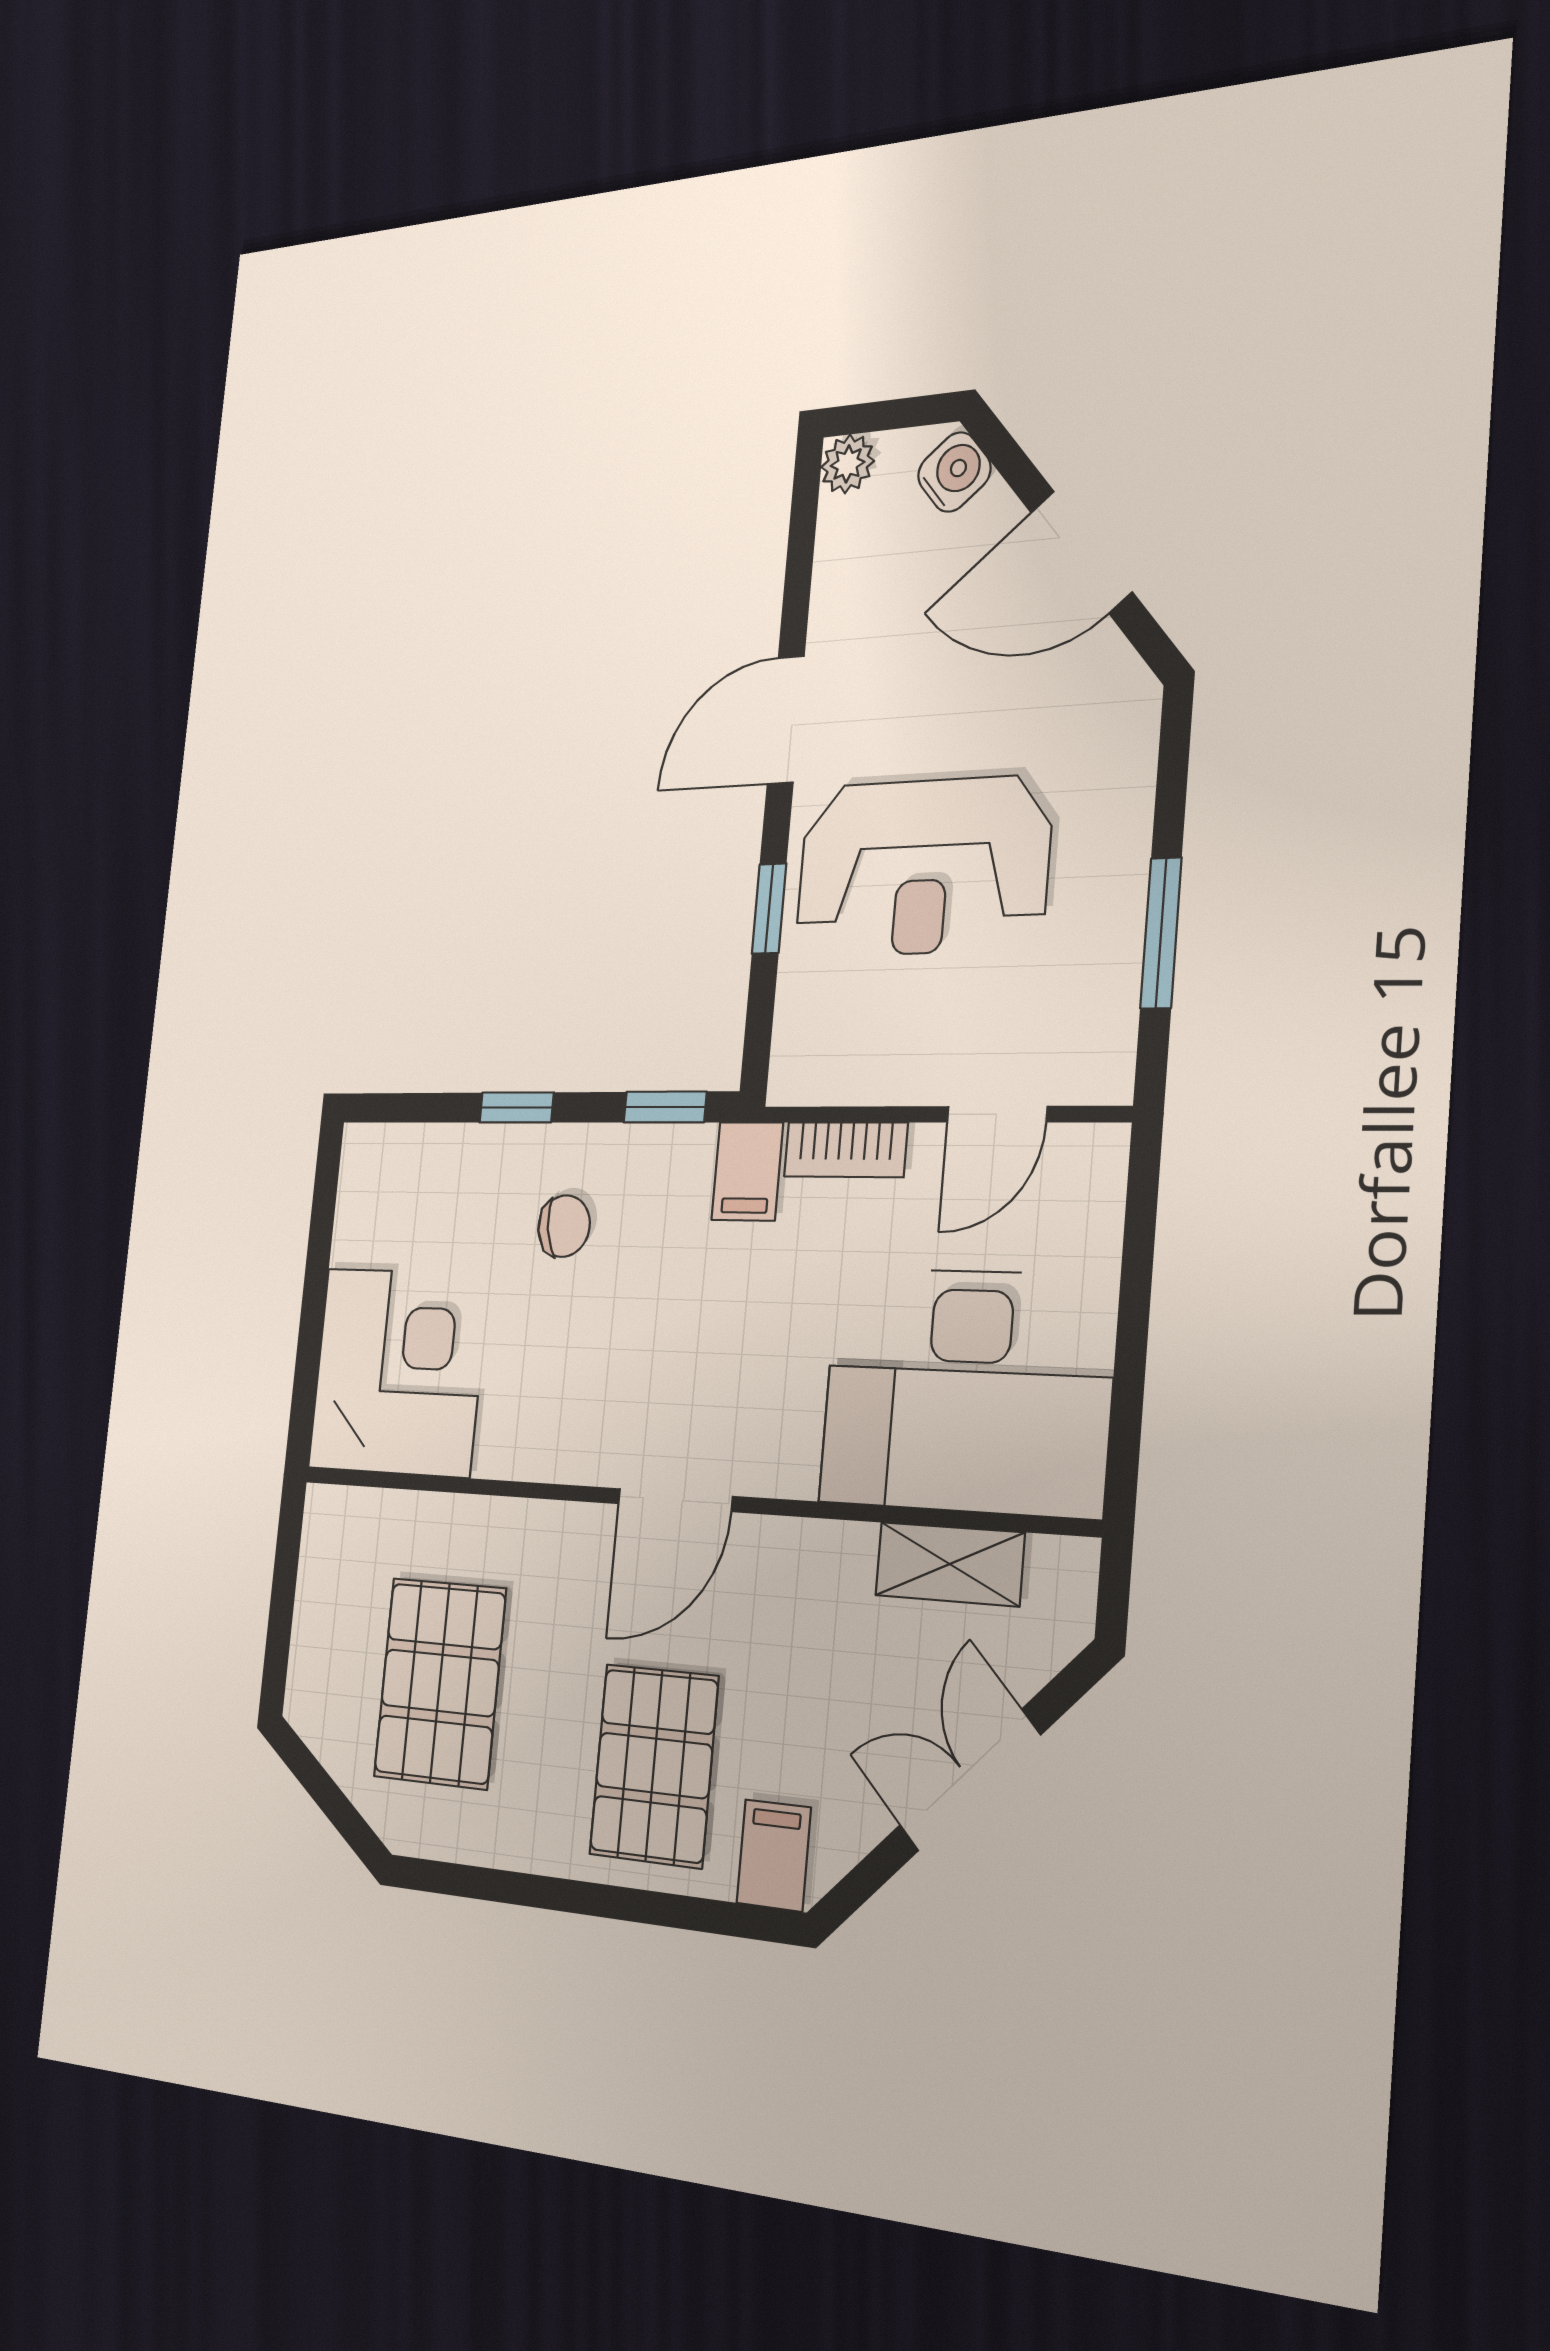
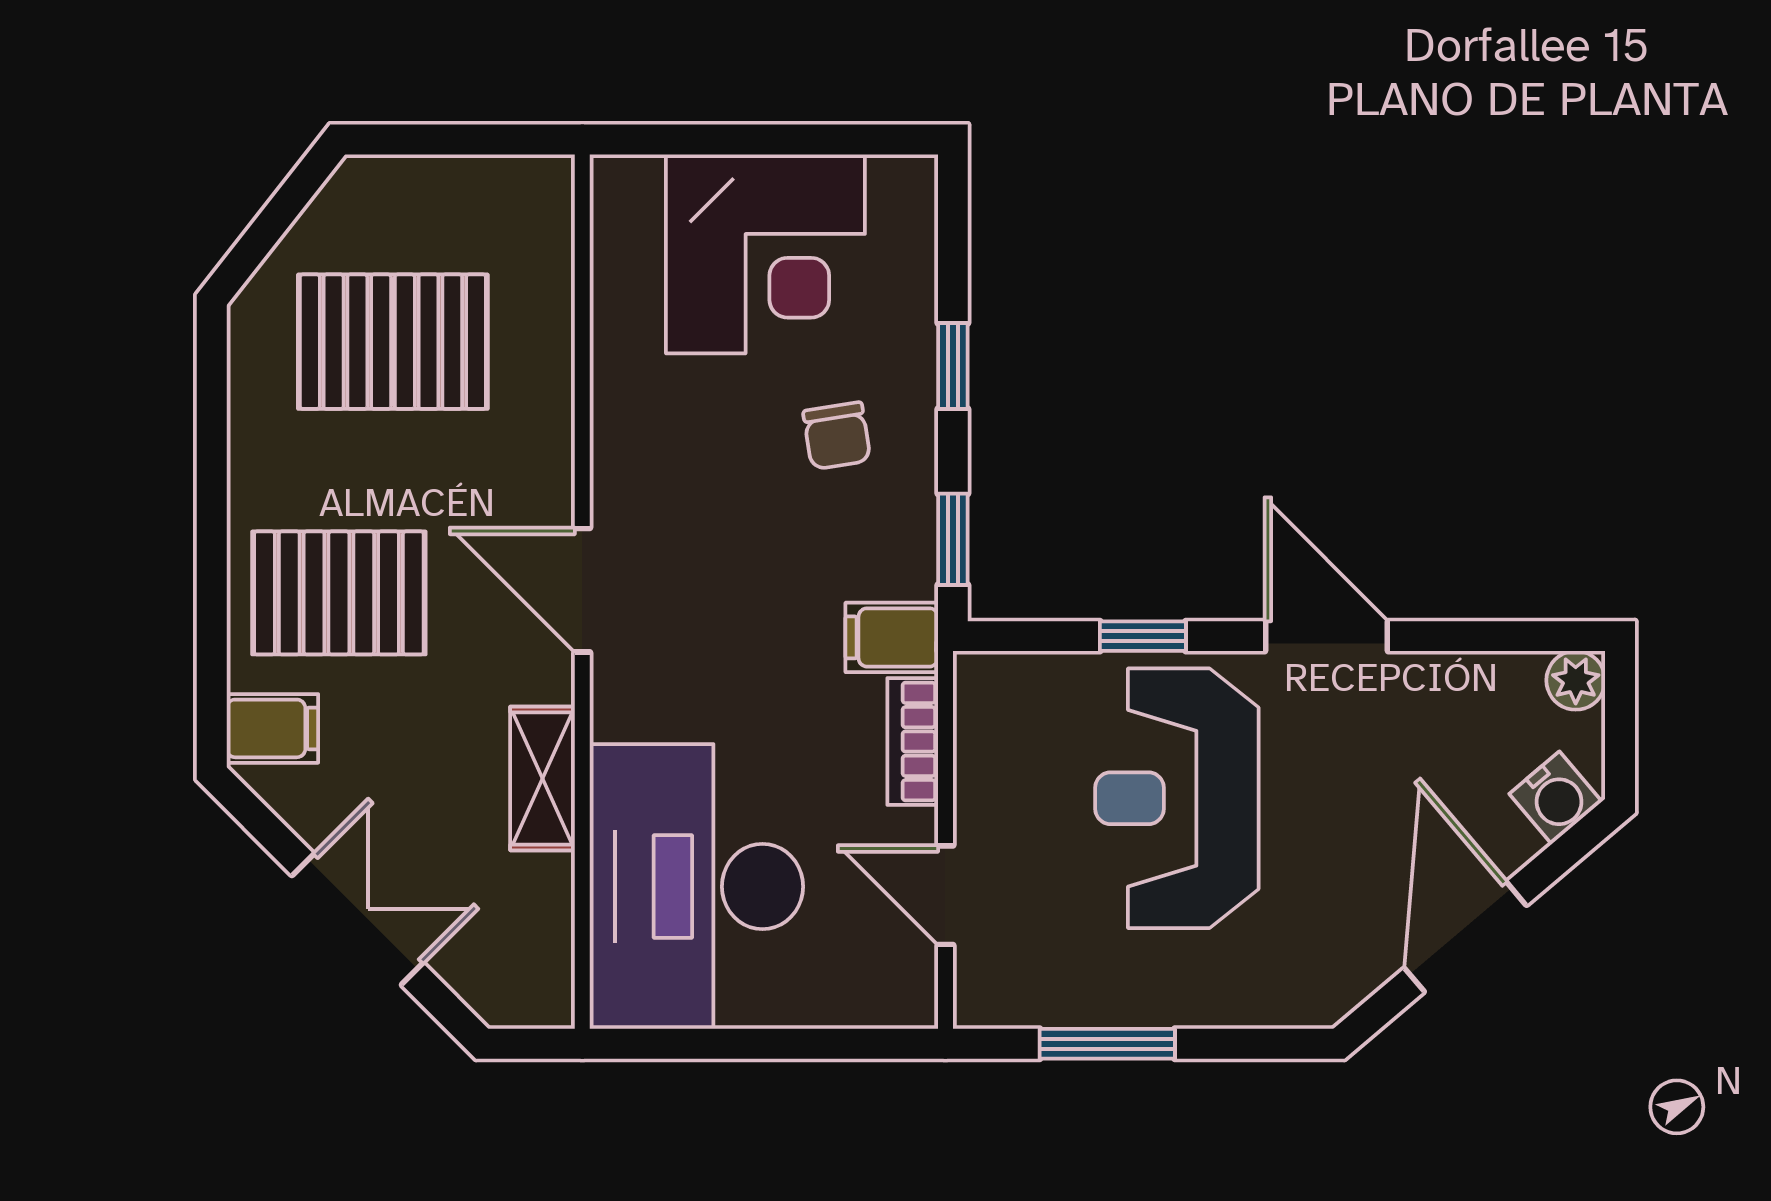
corner desk: (398, 1372) -> (765, 254), moved
shelving: (950, 1564) -> (543, 778), moved

